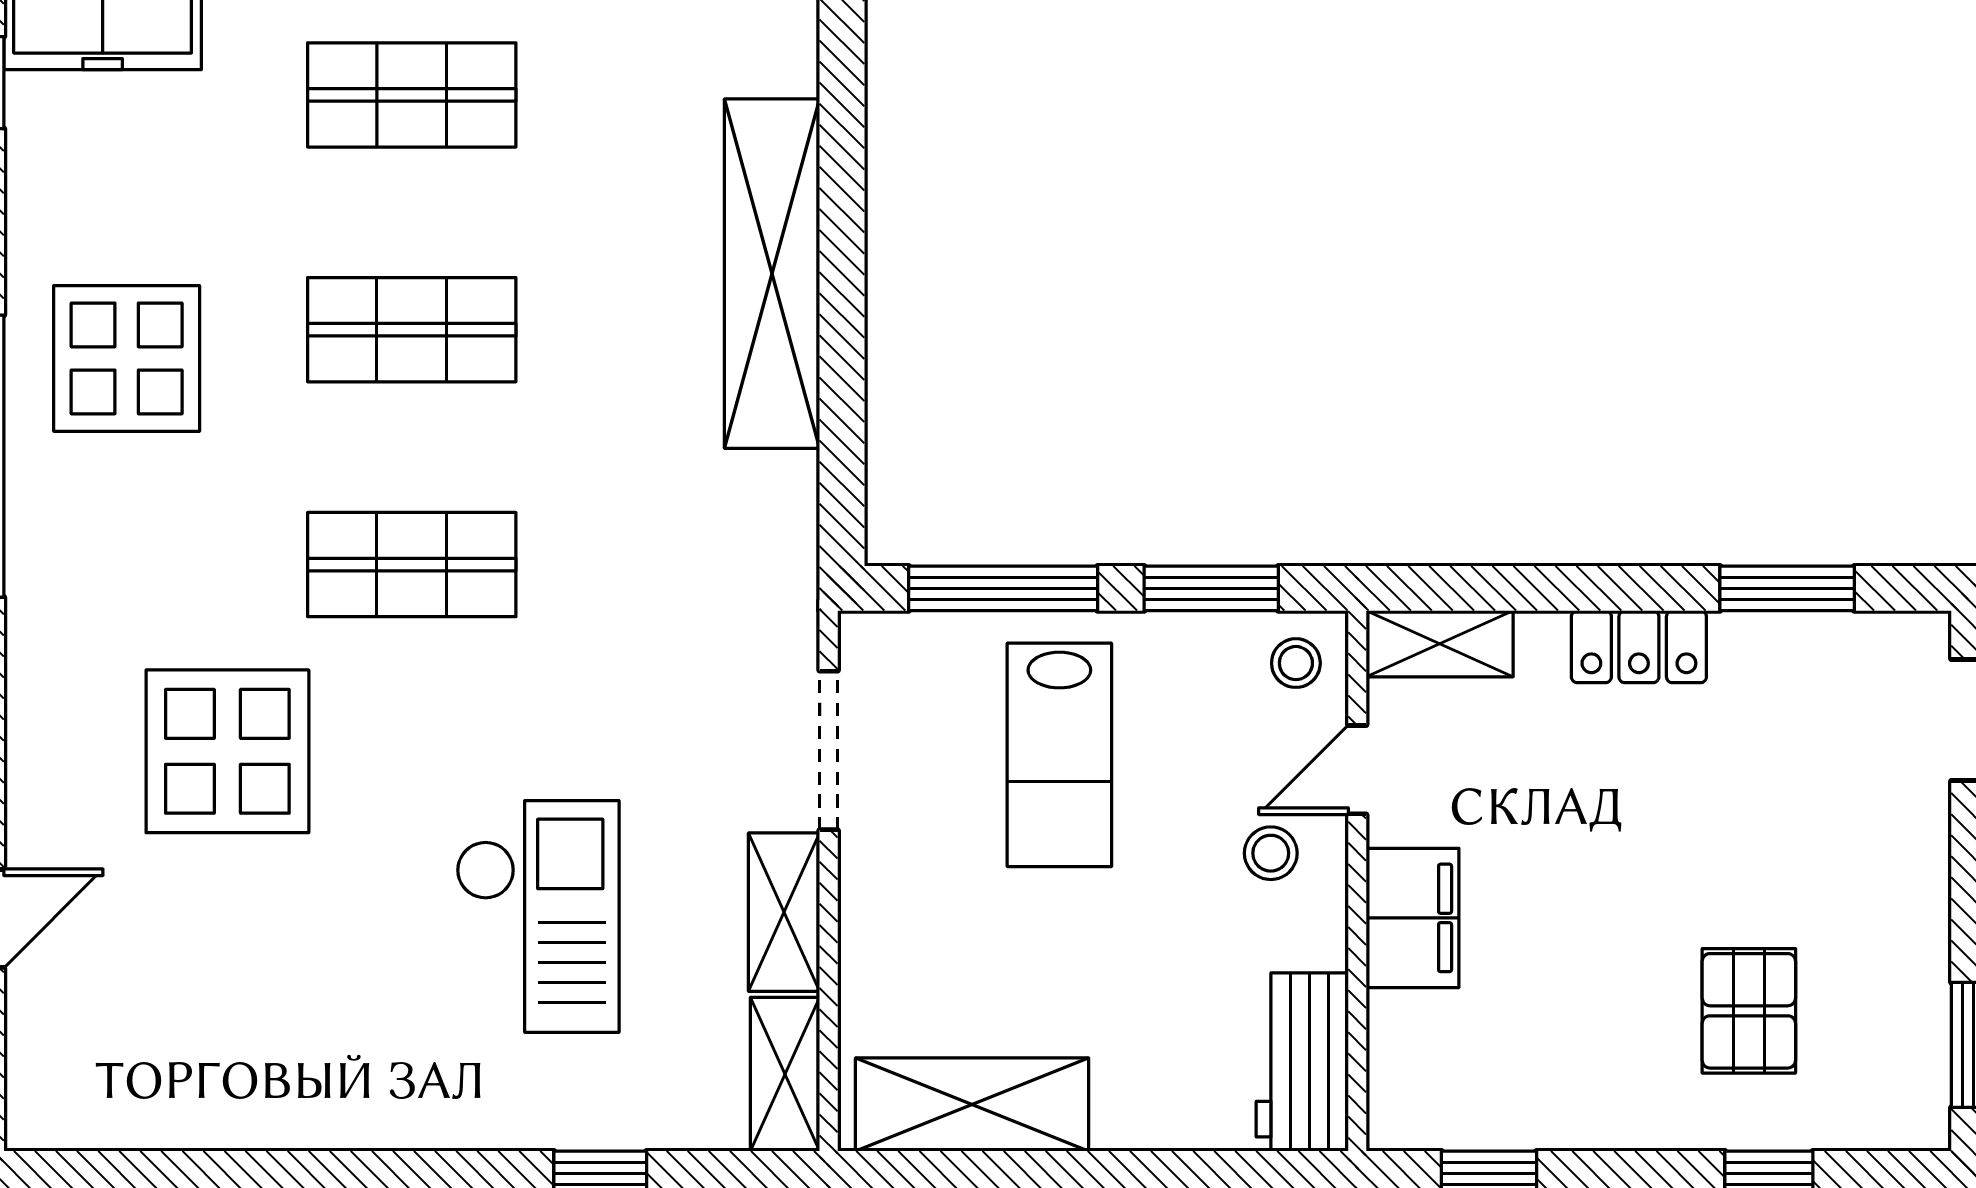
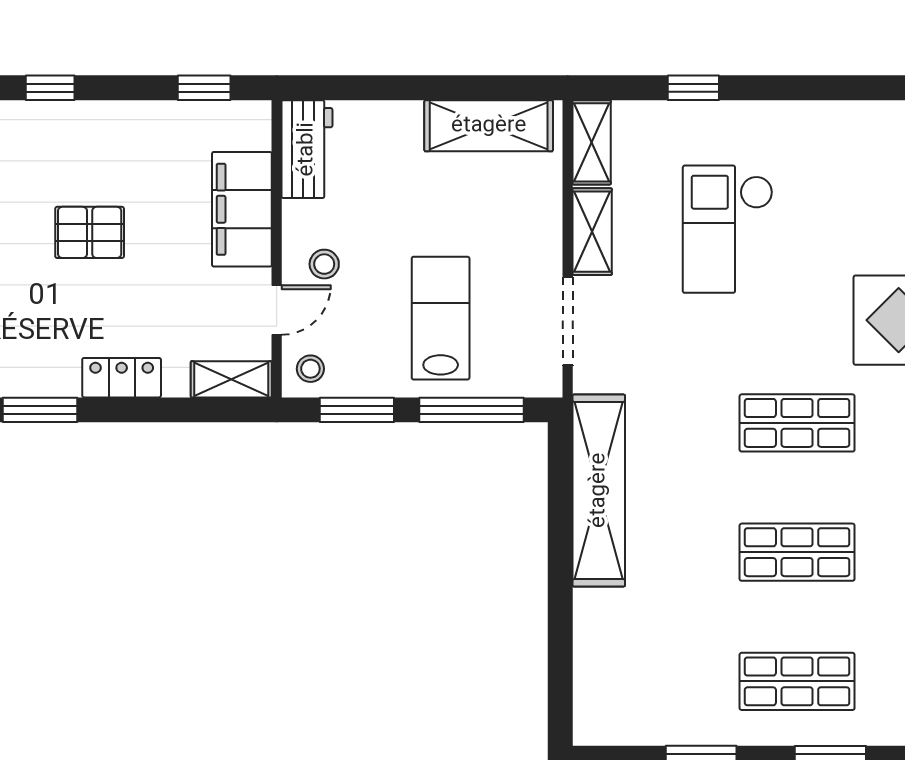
shelving: (772, 274) -> (599, 490), moved
filing cabinet: (1413, 918) -> (242, 209), width x1.50, depth x1.17
pallet: (1749, 1011) -> (90, 232), moved, turned 90

